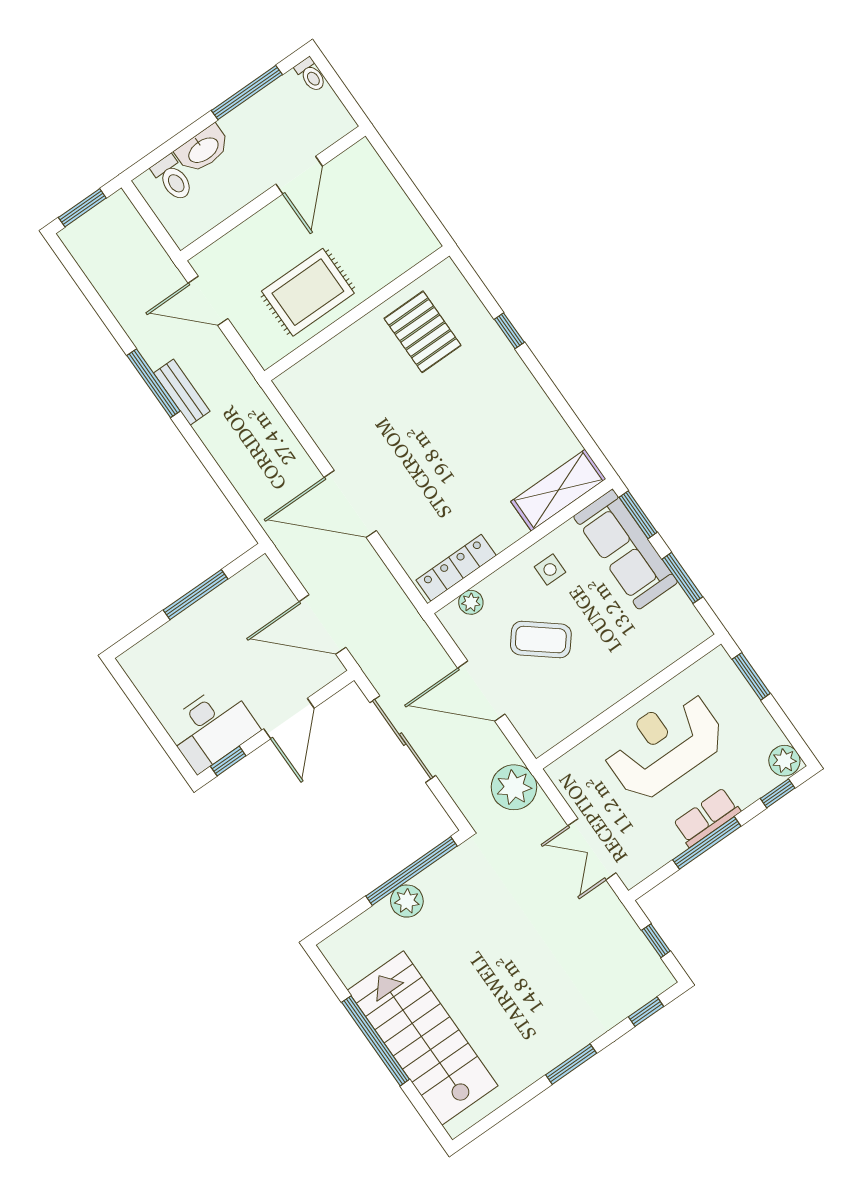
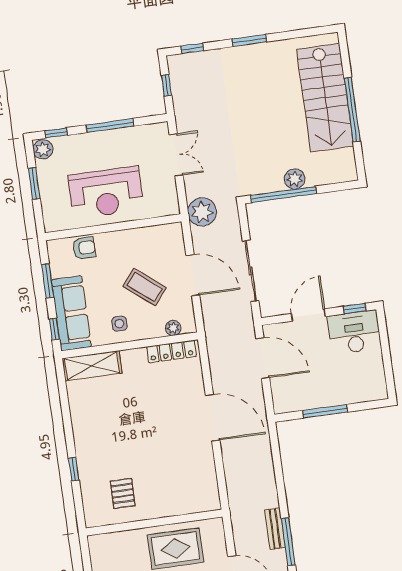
pallet: (423, 332) -> (123, 493), width x0.67, depth x0.71
window: (638, 515) -> (54, 329), width x0.67
armchair: (655, 651) -> (84, 248), added
window: (751, 676) -> (34, 184), moved
row of seats: (707, 817) -> (103, 140), removed

